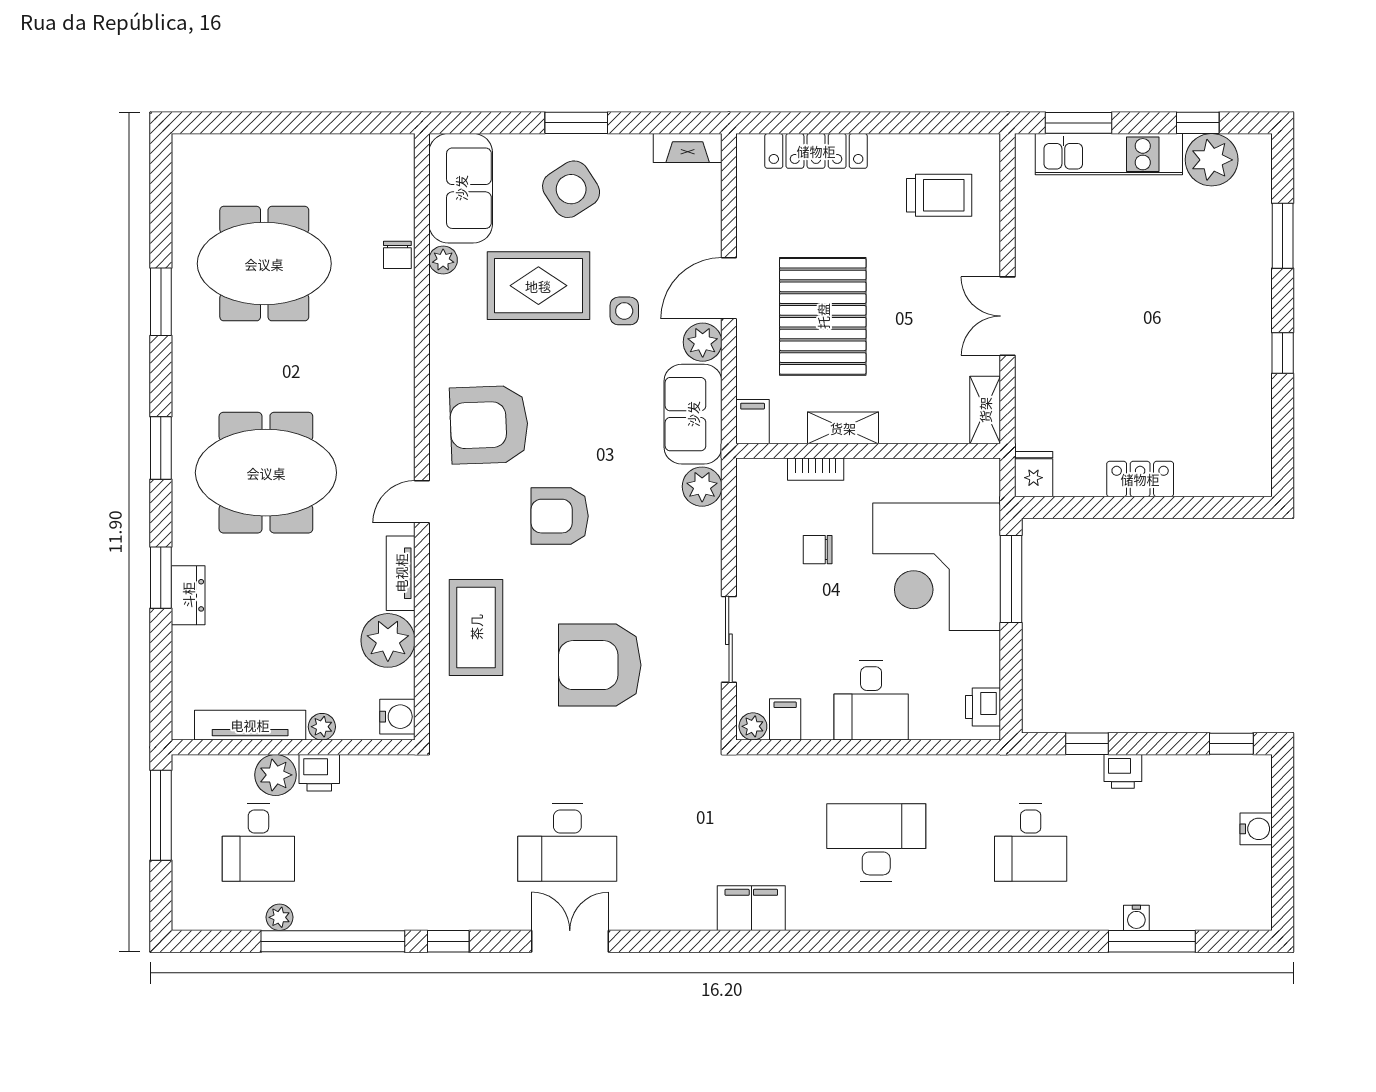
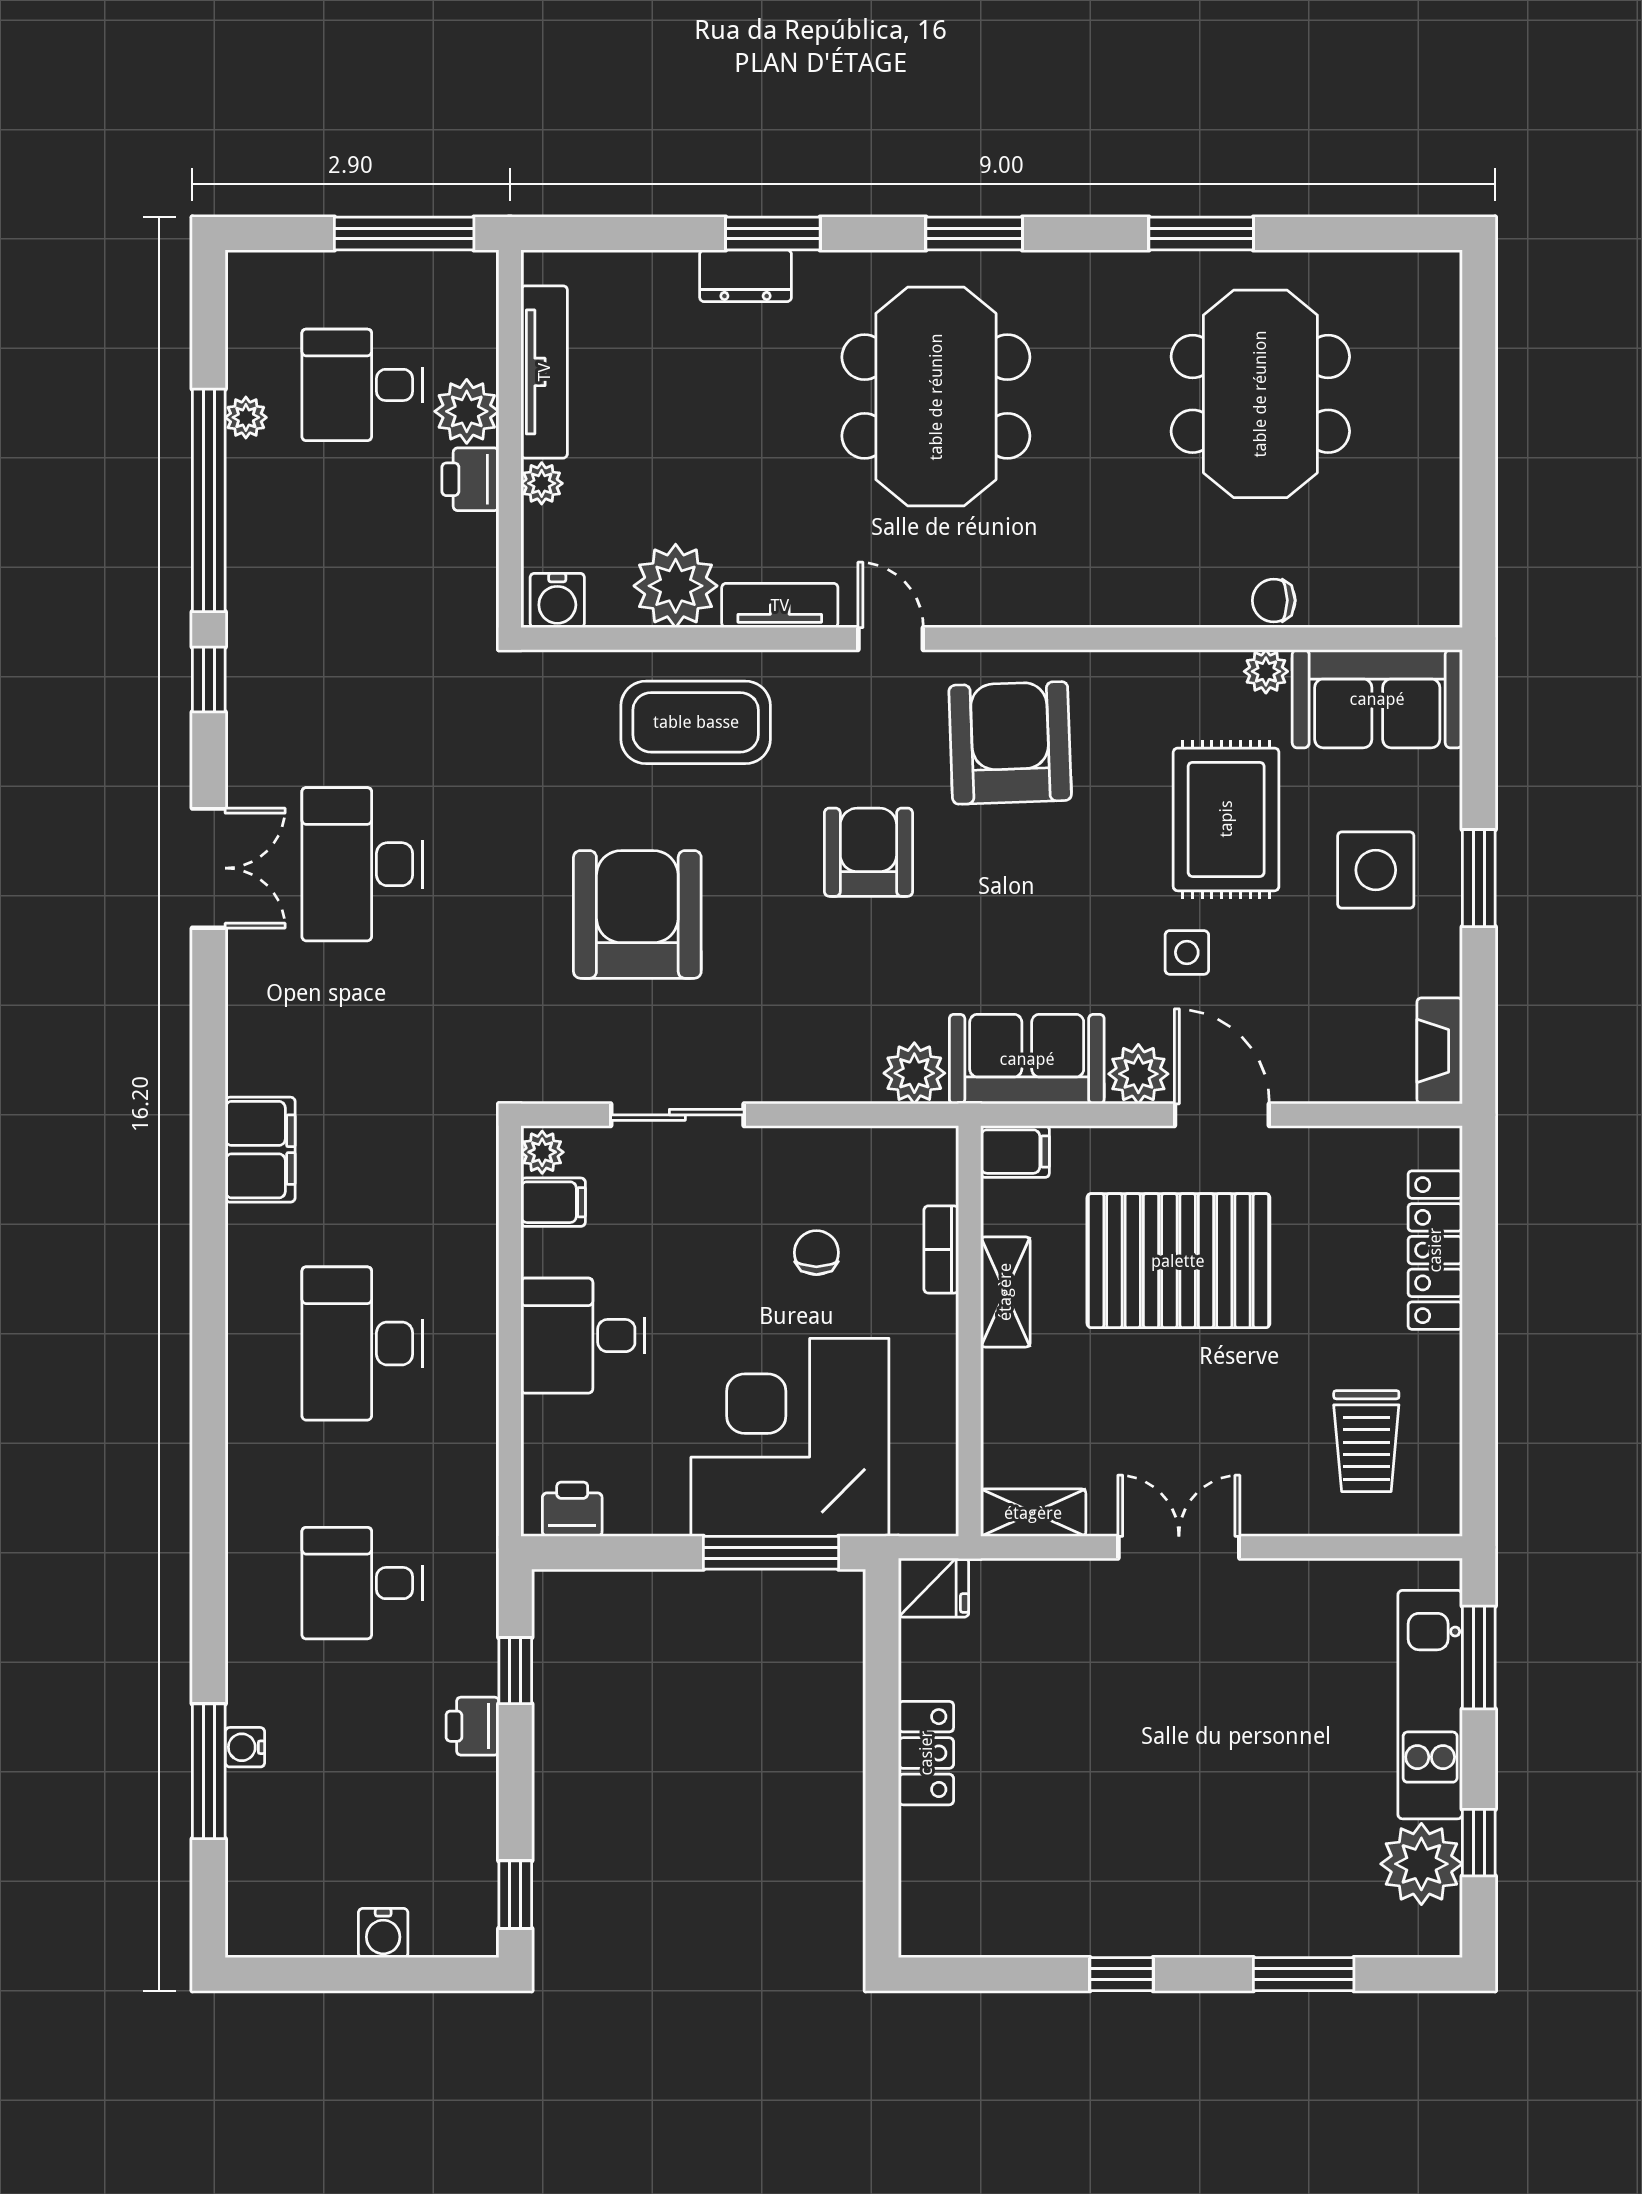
side table: (571, 189) -> (1376, 870), turned 33
desk: (876, 842) -> (362, 1343), turned 180

